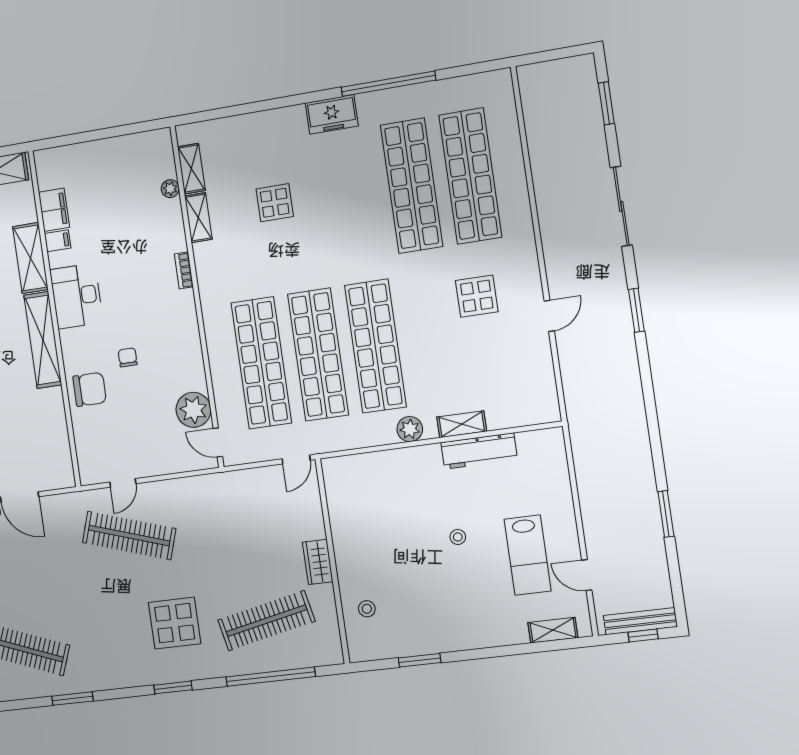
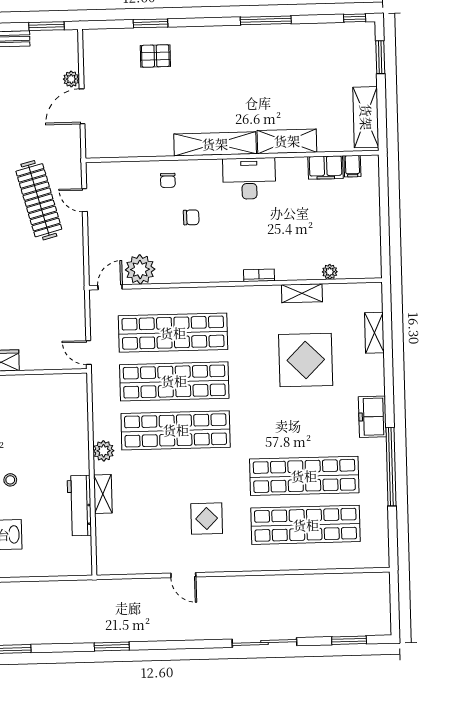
shelving: (191, 169) -> (374, 333), moved, turned 90
display table: (275, 203) -> (306, 360), width x1.86, depth x1.86
filing cabinet: (58, 241) -> (352, 166), moved
window: (636, 310) -> (112, 646), moved
chair: (90, 389) -> (168, 180), width x0.54, depth x0.54
clothes rail: (129, 536) -> (39, 200), turned -33

